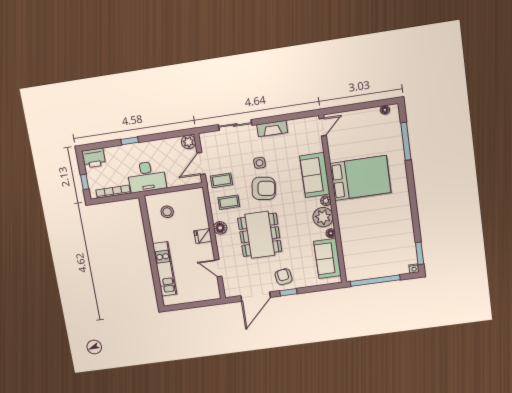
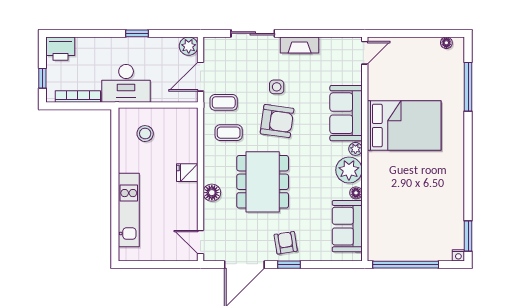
window: (130, 141) -> (137, 33), moved
floor lamp: (220, 228) -> (212, 193), moved
door: (218, 268) -> (200, 242), moved

